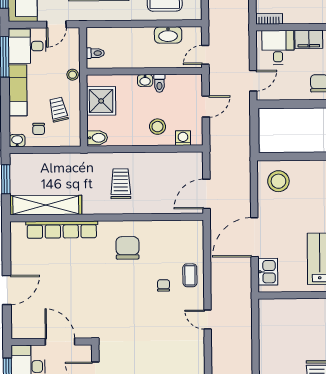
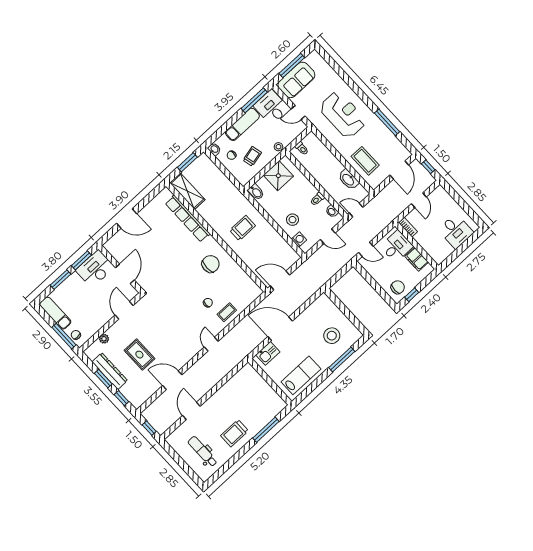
washbasin: (145, 80) -> (332, 211), moved
stool: (278, 181) -> (332, 336), moved
shelving: (46, 205) -> (187, 191), width x0.68

